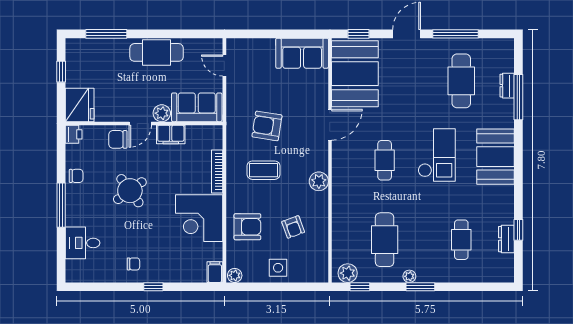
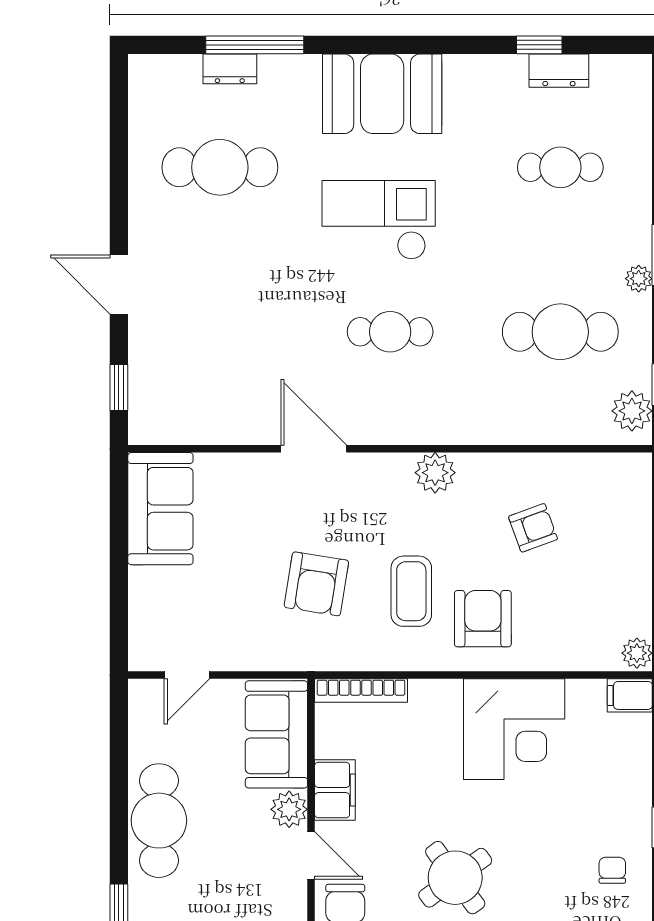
window: (455, 34) -> (119, 180), removed
booth: (355, 74) -> (204, 395), removed
bookcase: (217, 172) -> (361, 691), moved
armchair: (247, 227) -> (483, 619), moved
side table: (278, 268) -> (620, 560), removed

